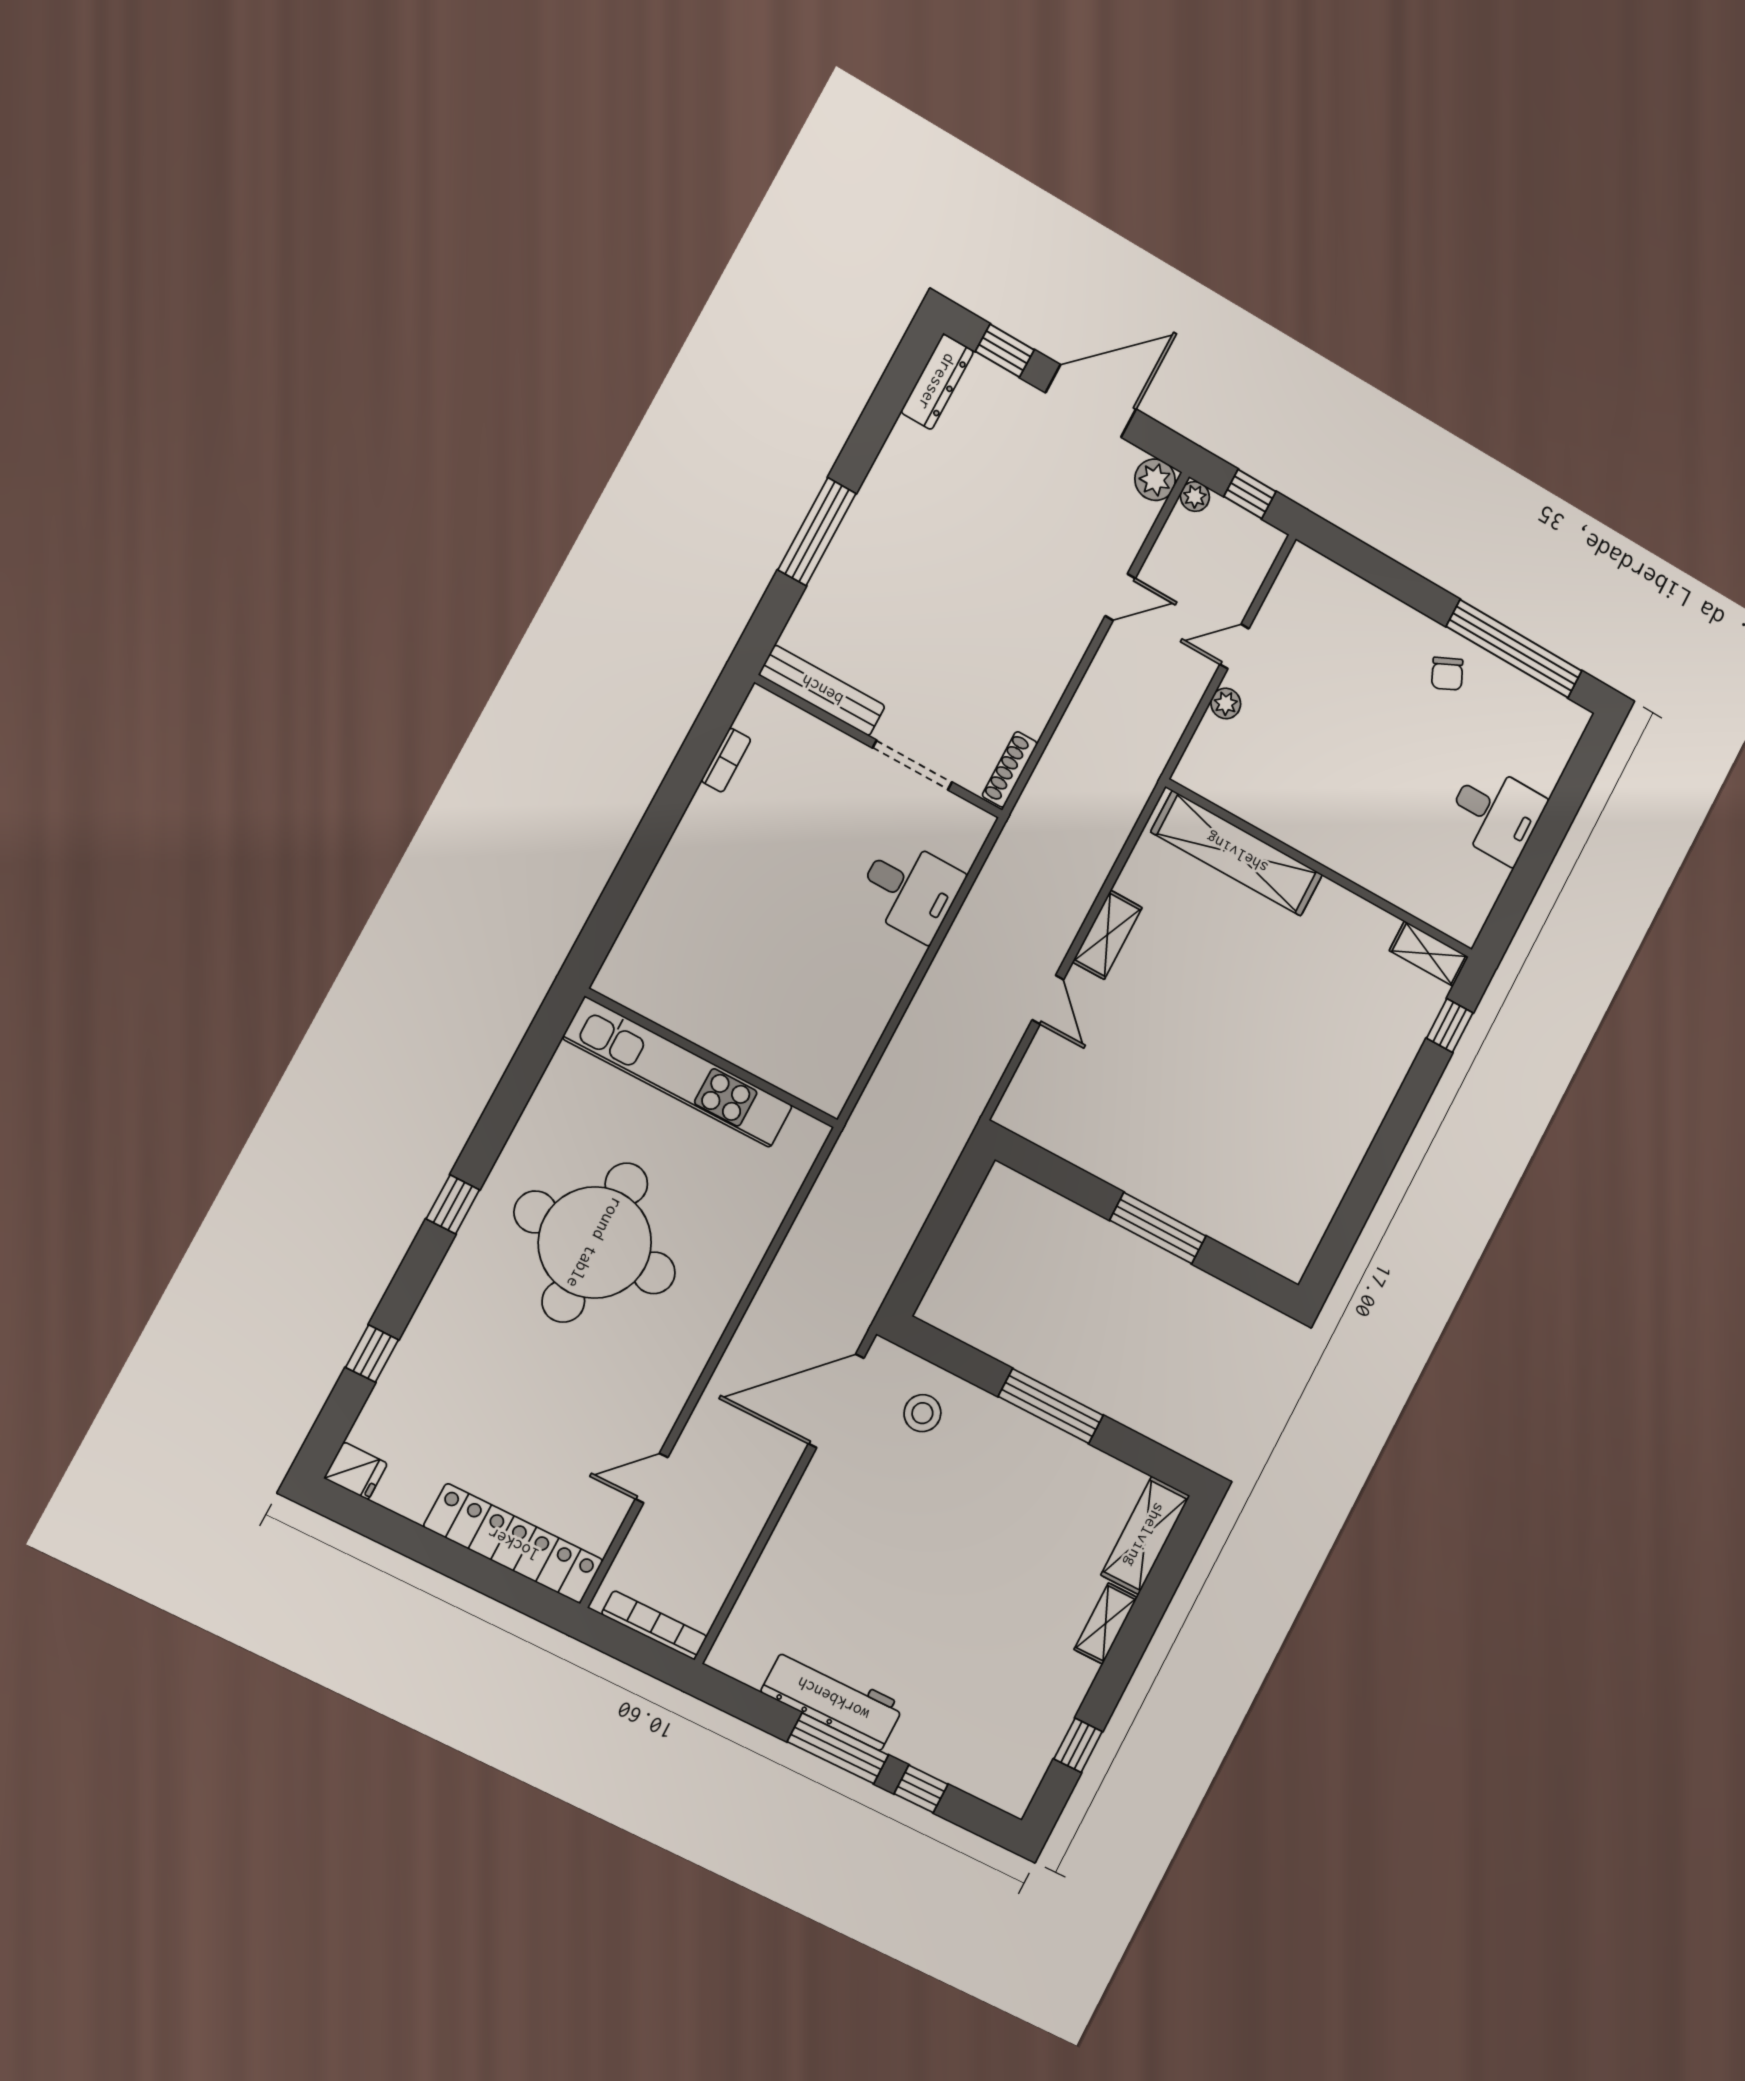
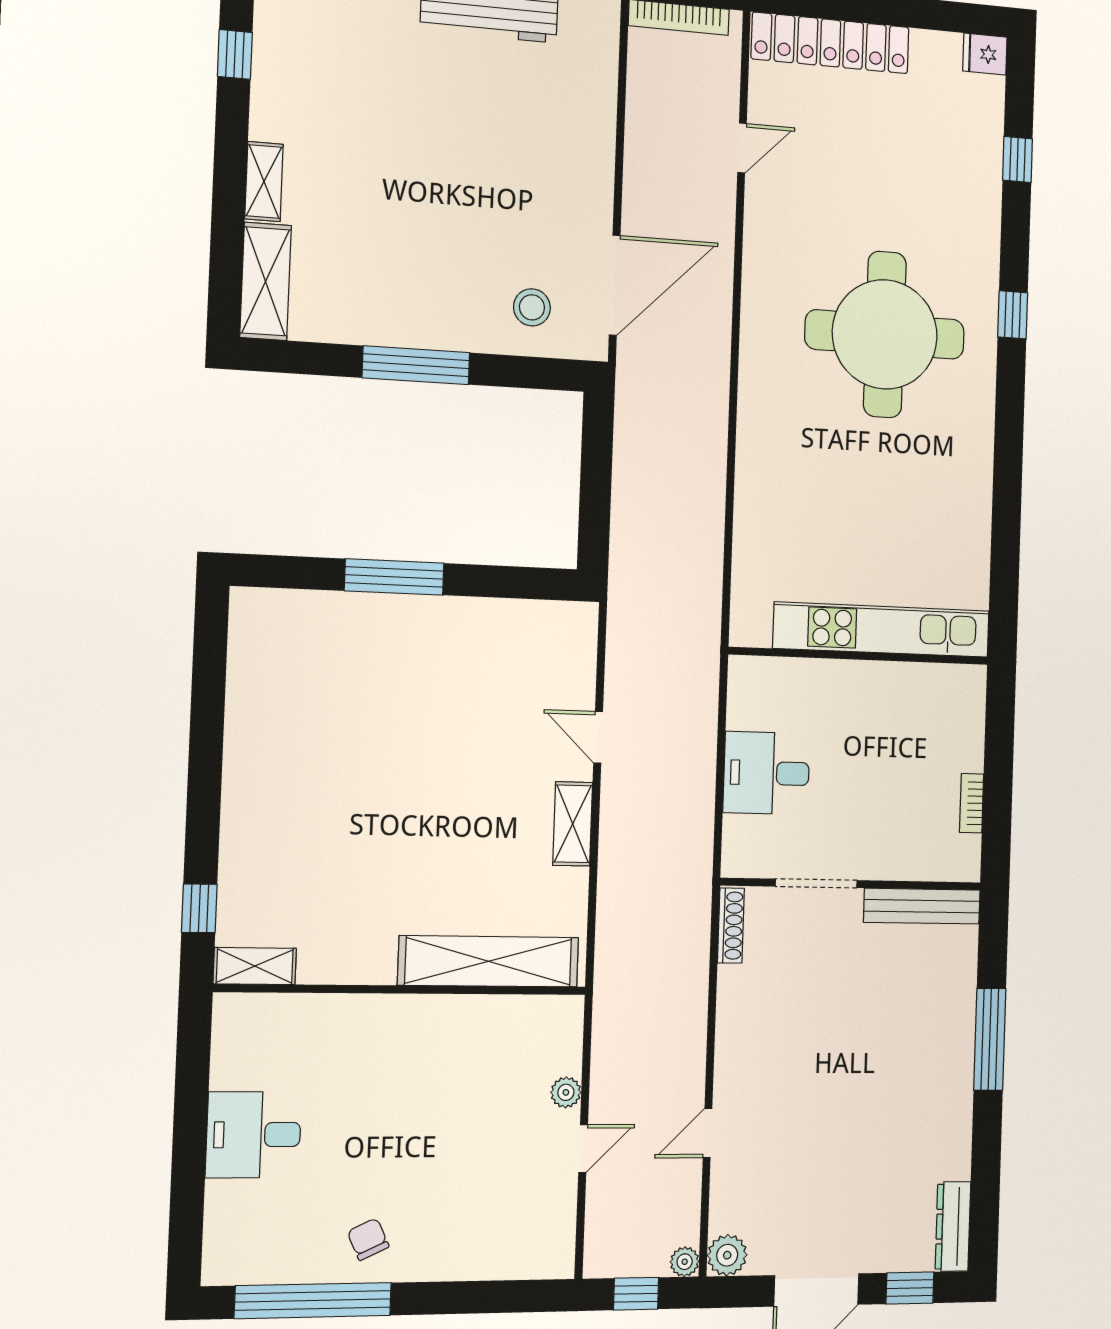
wall: (712, 1058) -> (859, 656), moved
kitchen unit: (678, 1072) -> (882, 630), moved

